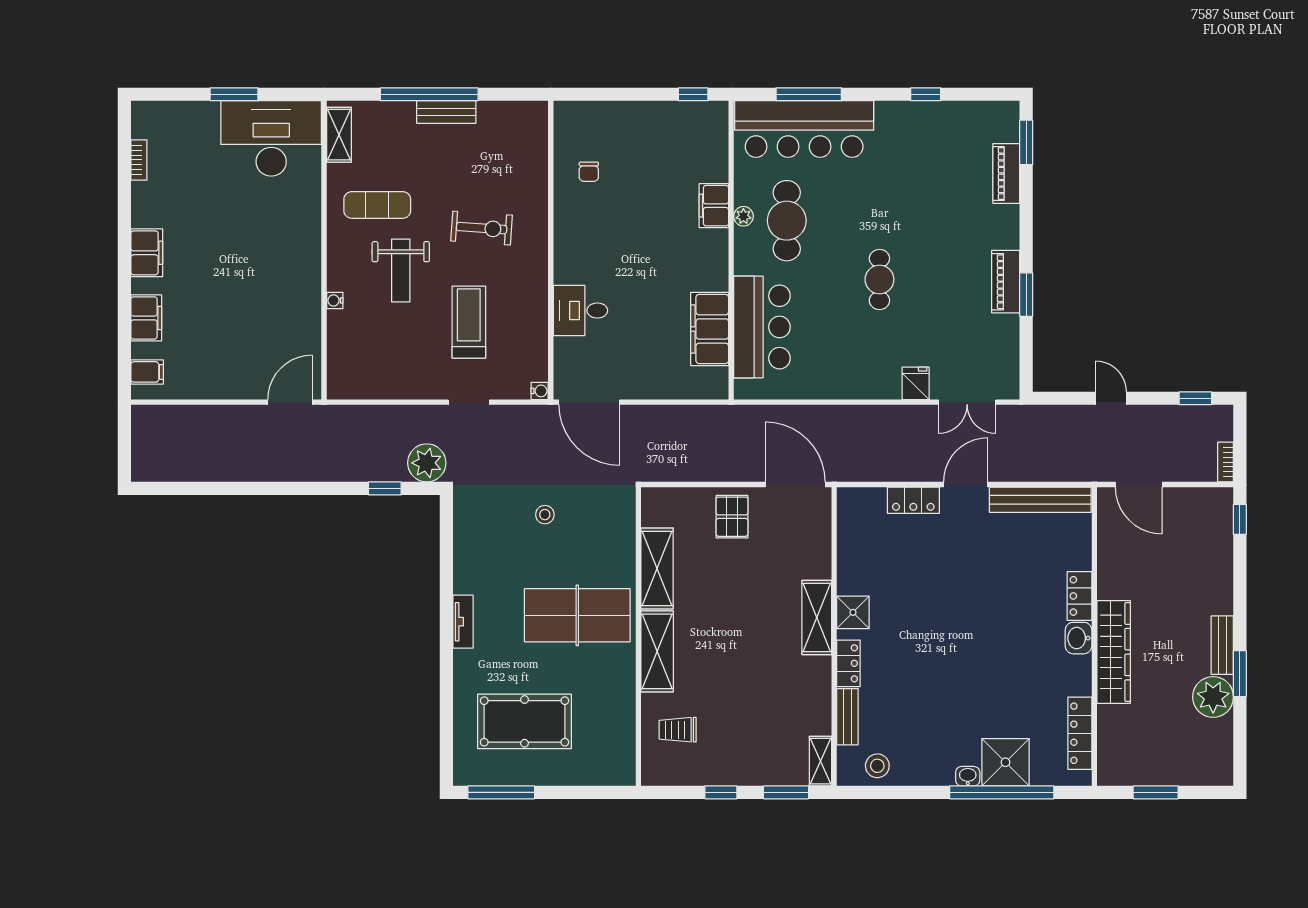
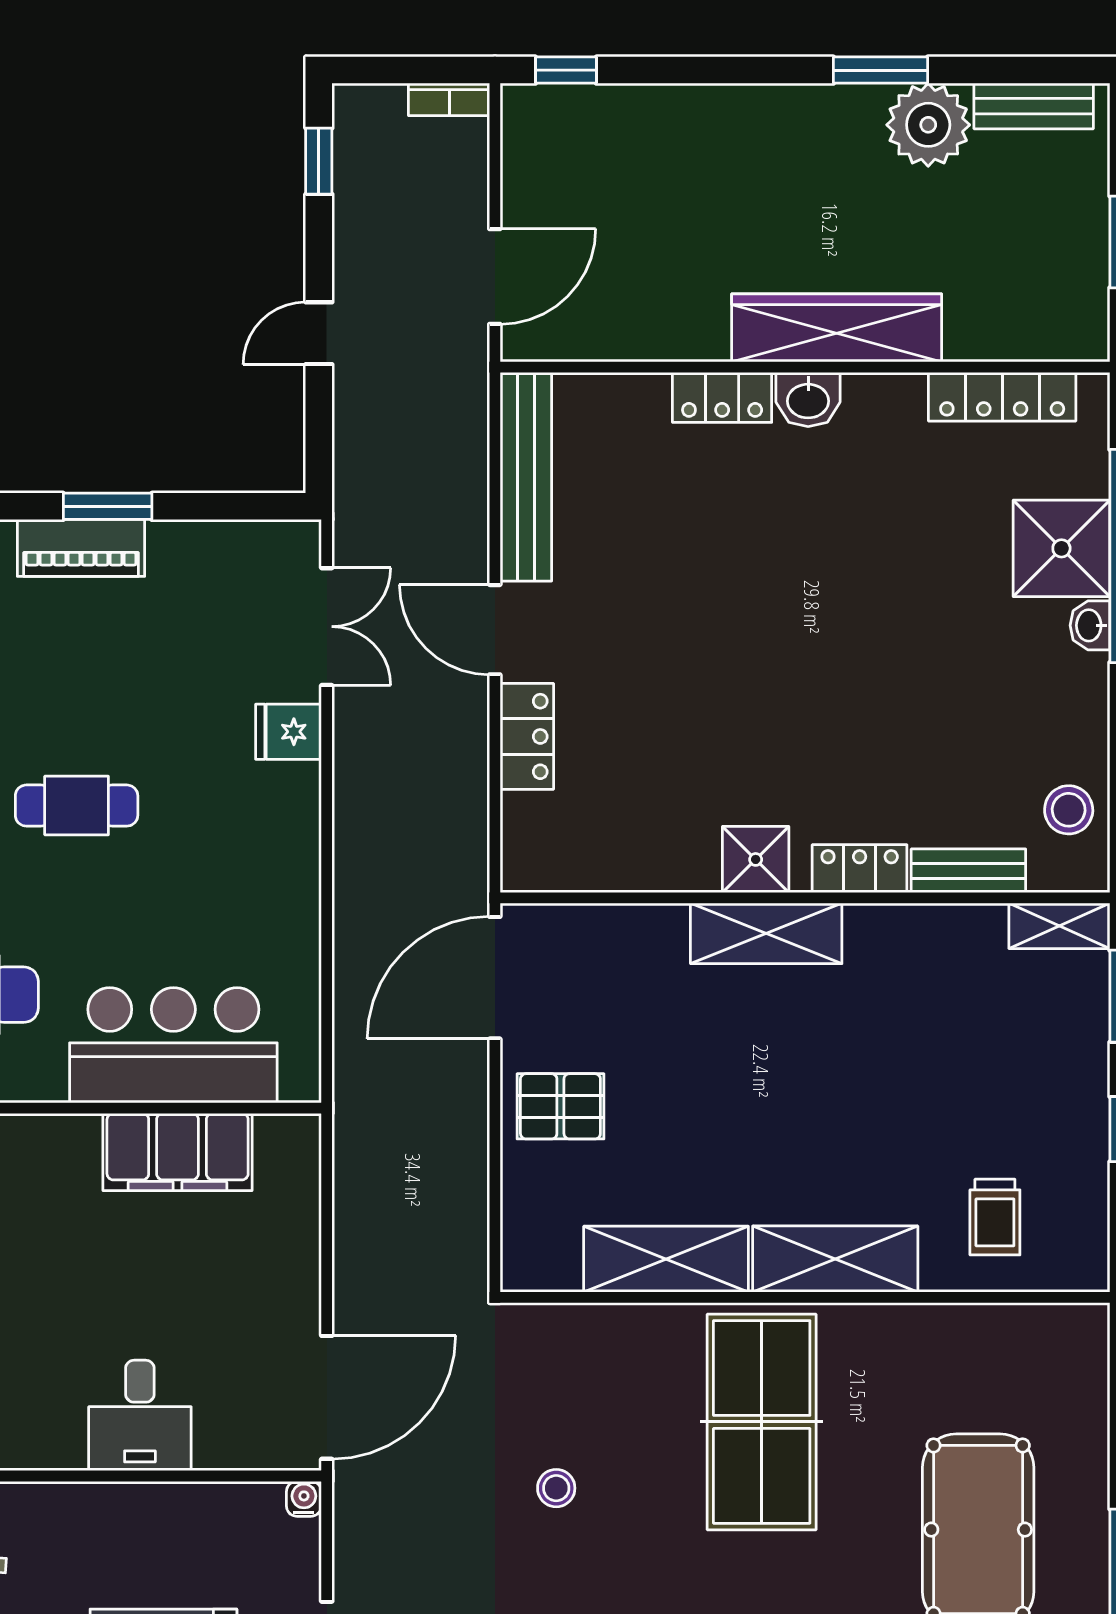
bench: (1222, 645) -> (1034, 106), moved

